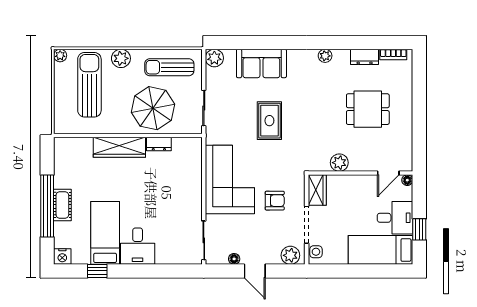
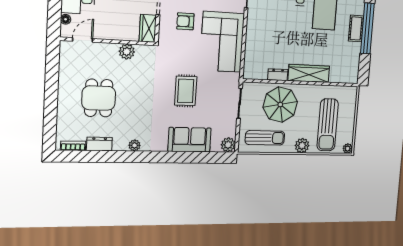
dining table: (368, 109) -> (99, 98), turned 90
floor lamp: (407, 180) -> (66, 19), moved

